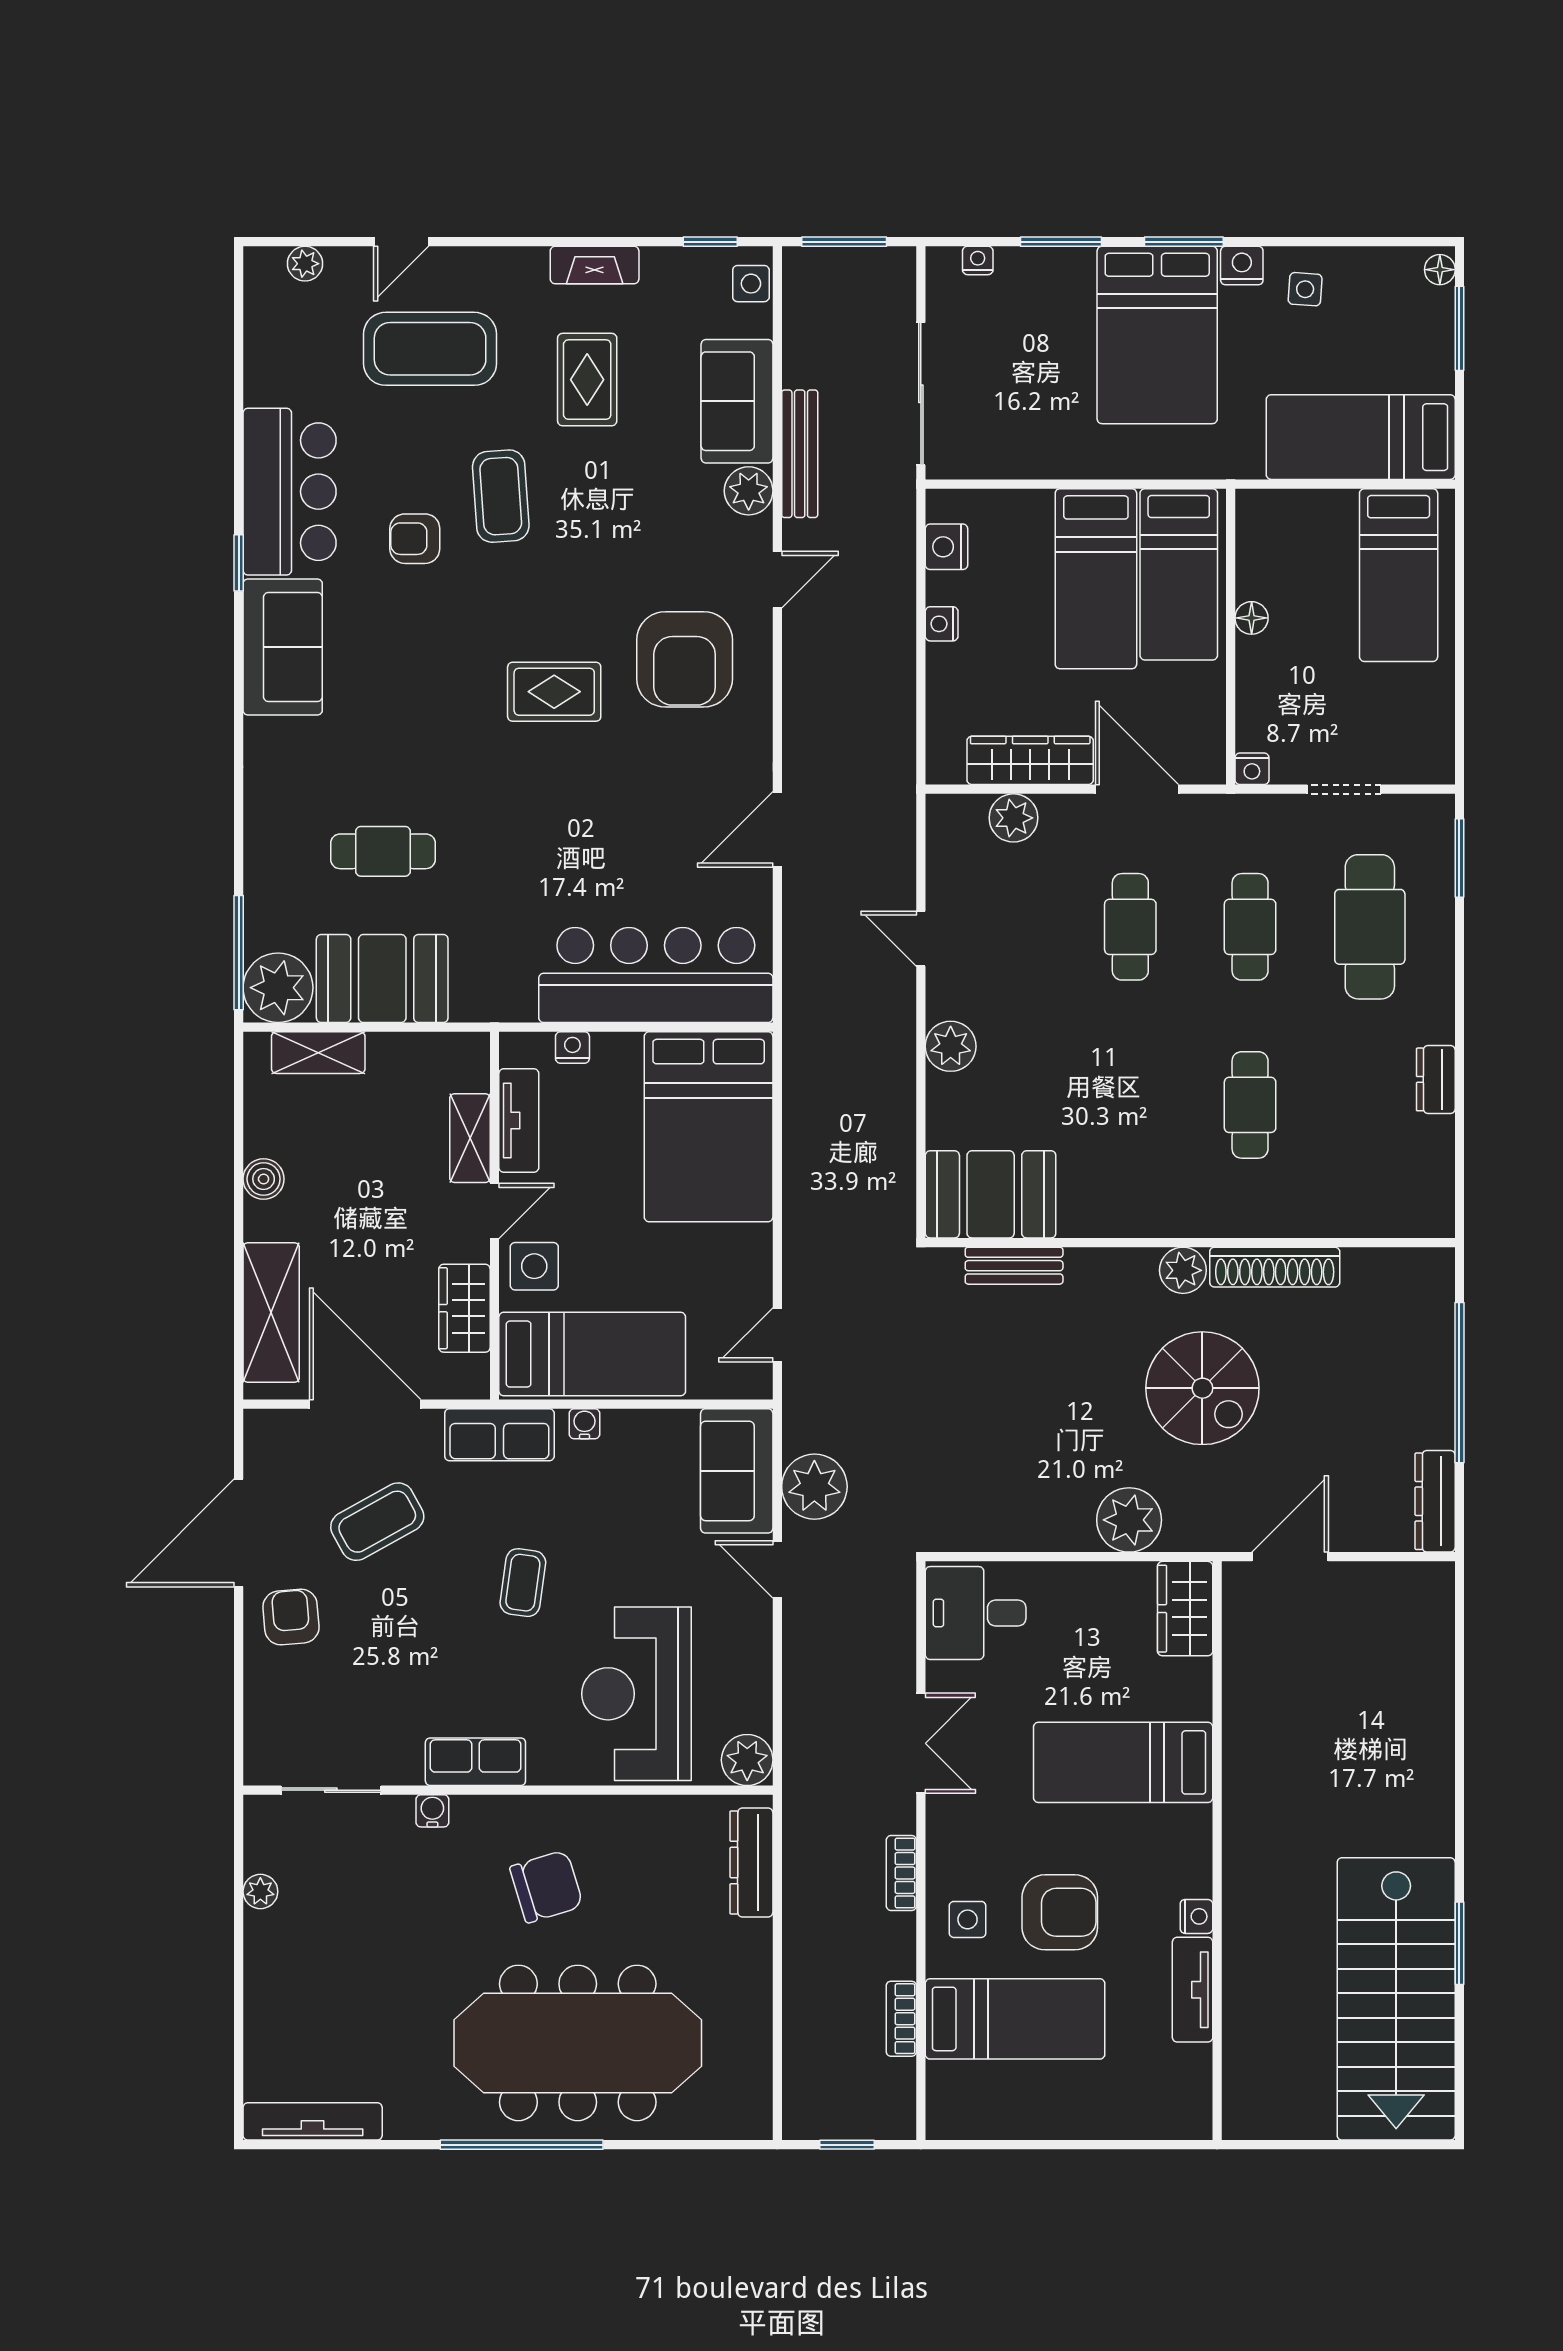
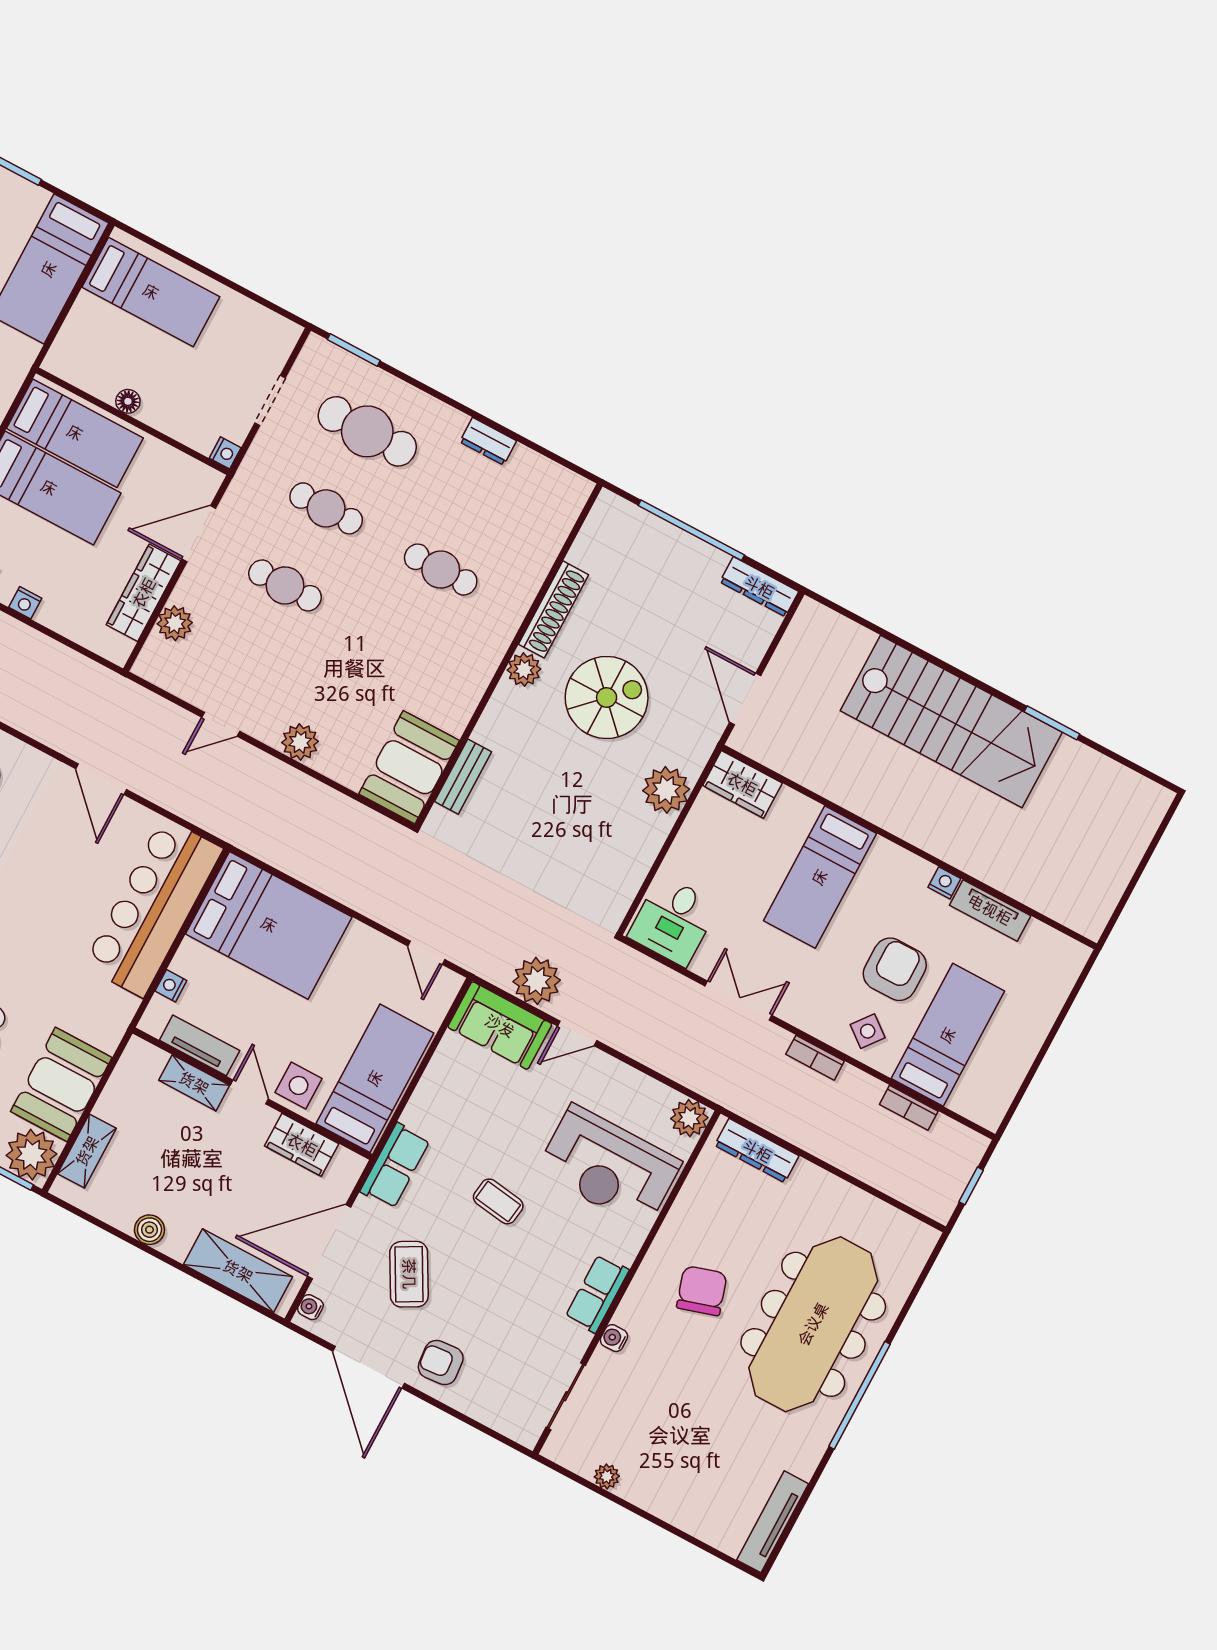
water cooler: (584, 1424) -> (310, 1307), moved
side table: (968, 1919) -> (868, 1031), turned 38
stairs: (1396, 1999) -> (951, 721), moved

